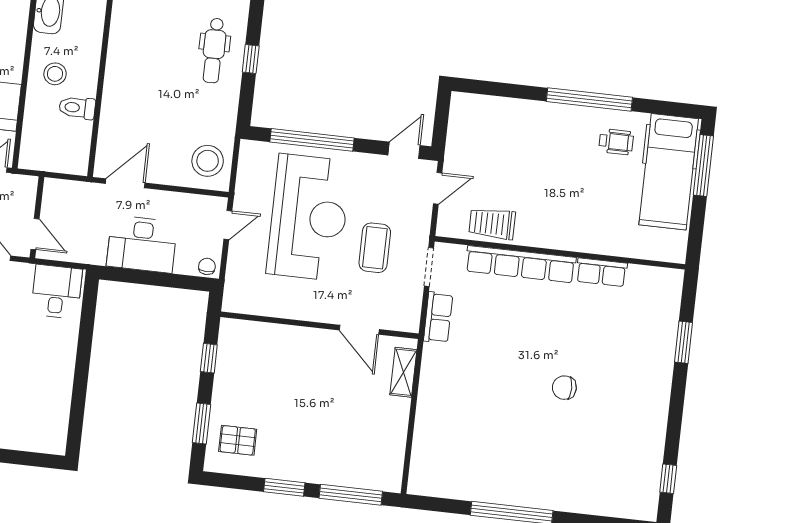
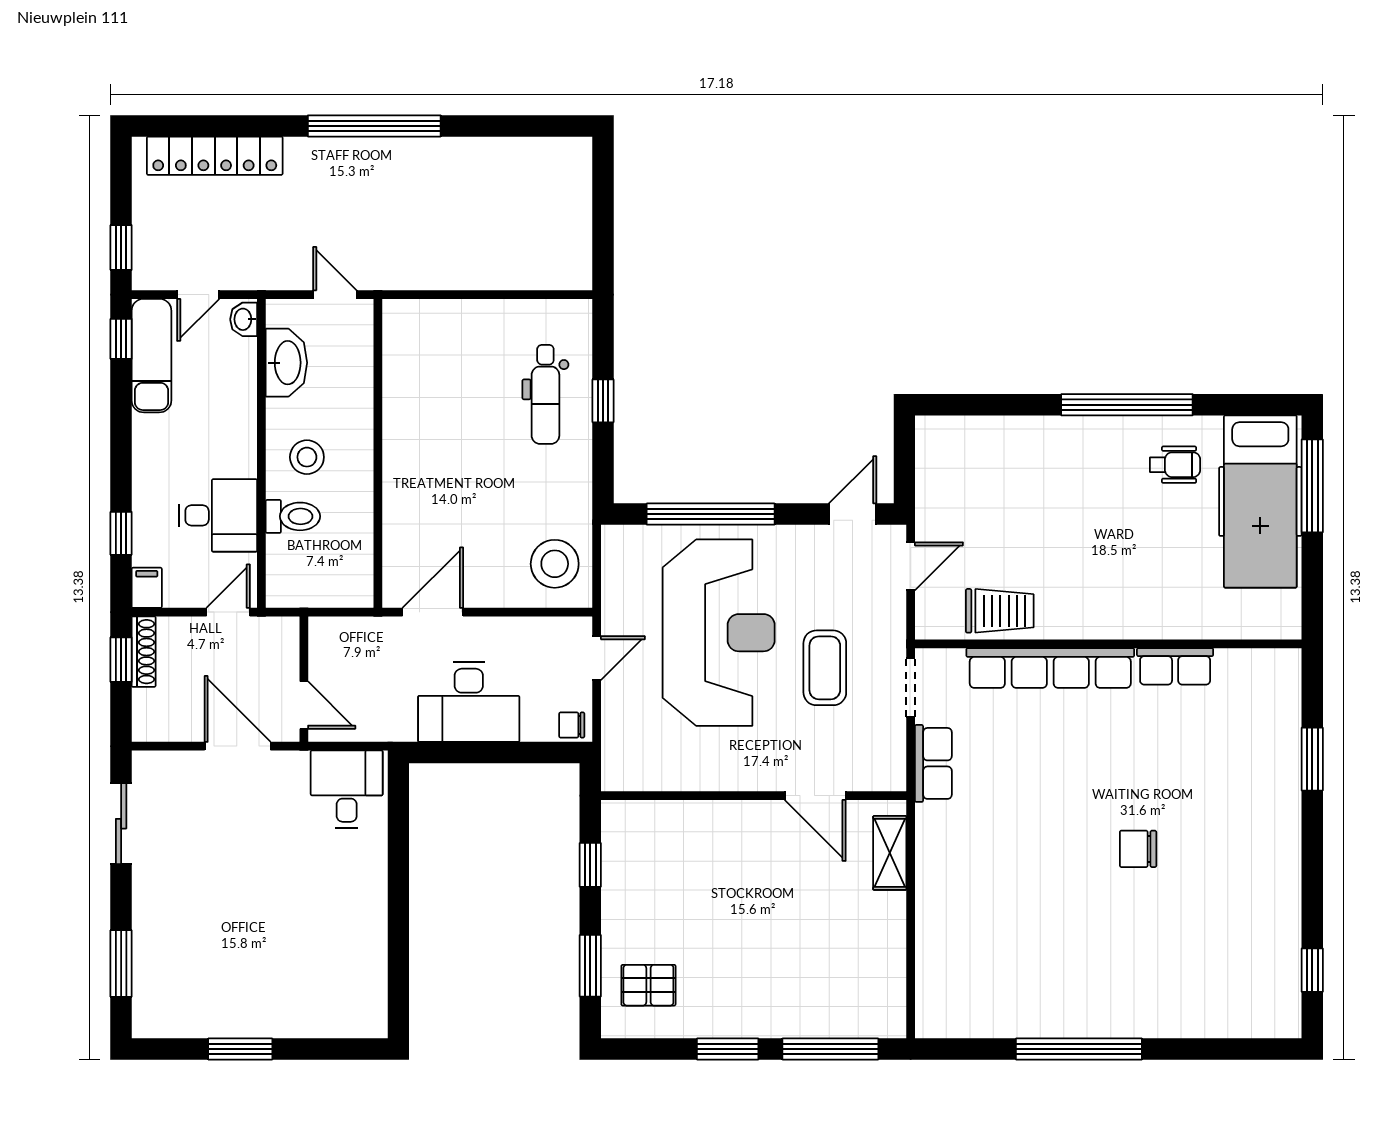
toilet: (77, 108) -> (293, 516), moved, turned 180
trolley: (492, 224) -> (1000, 611), turned 180
chair: (207, 266) -> (572, 725), turned -90

